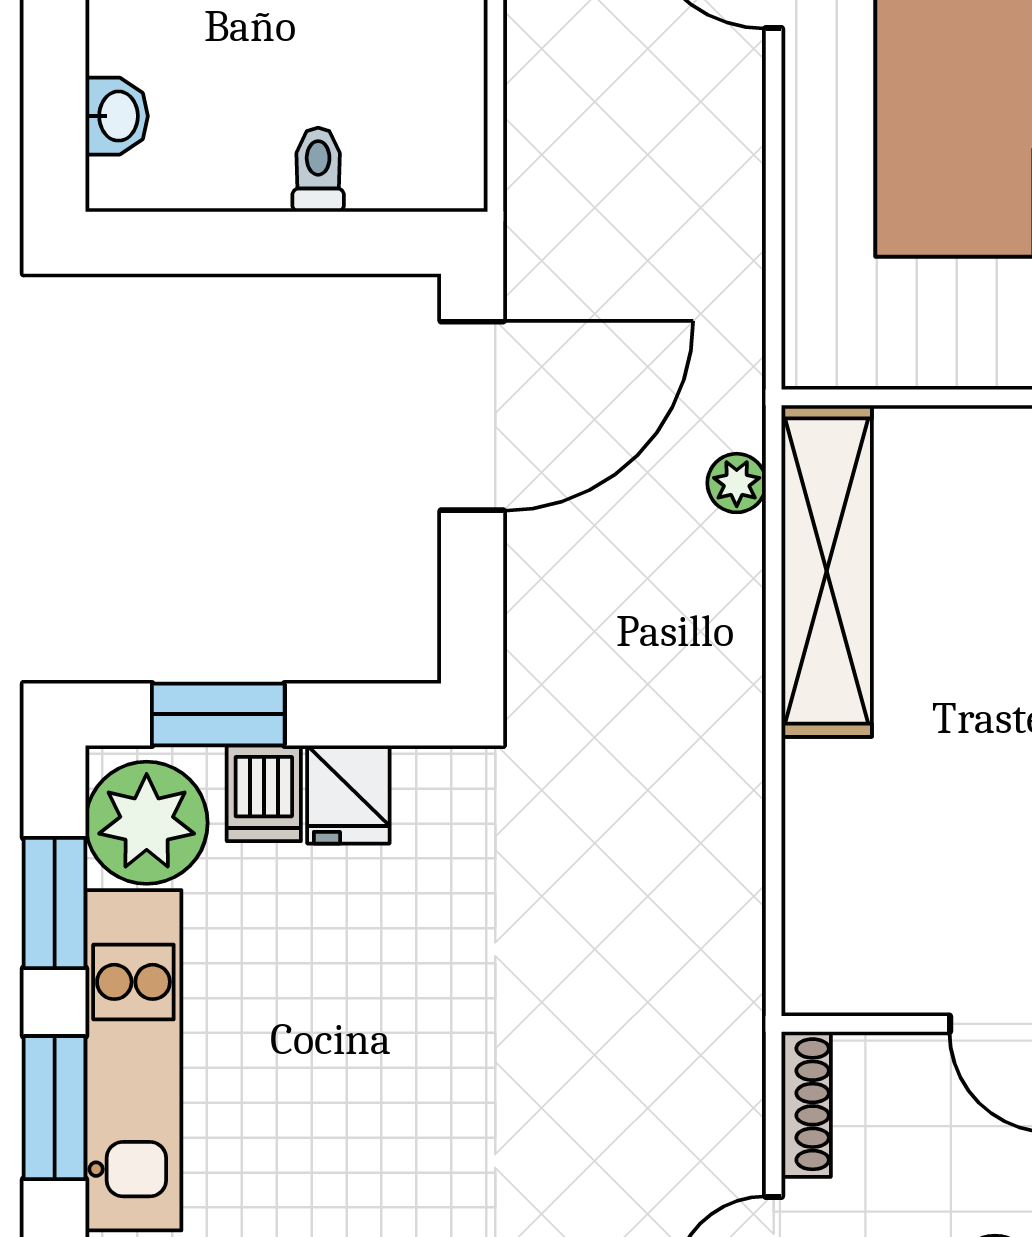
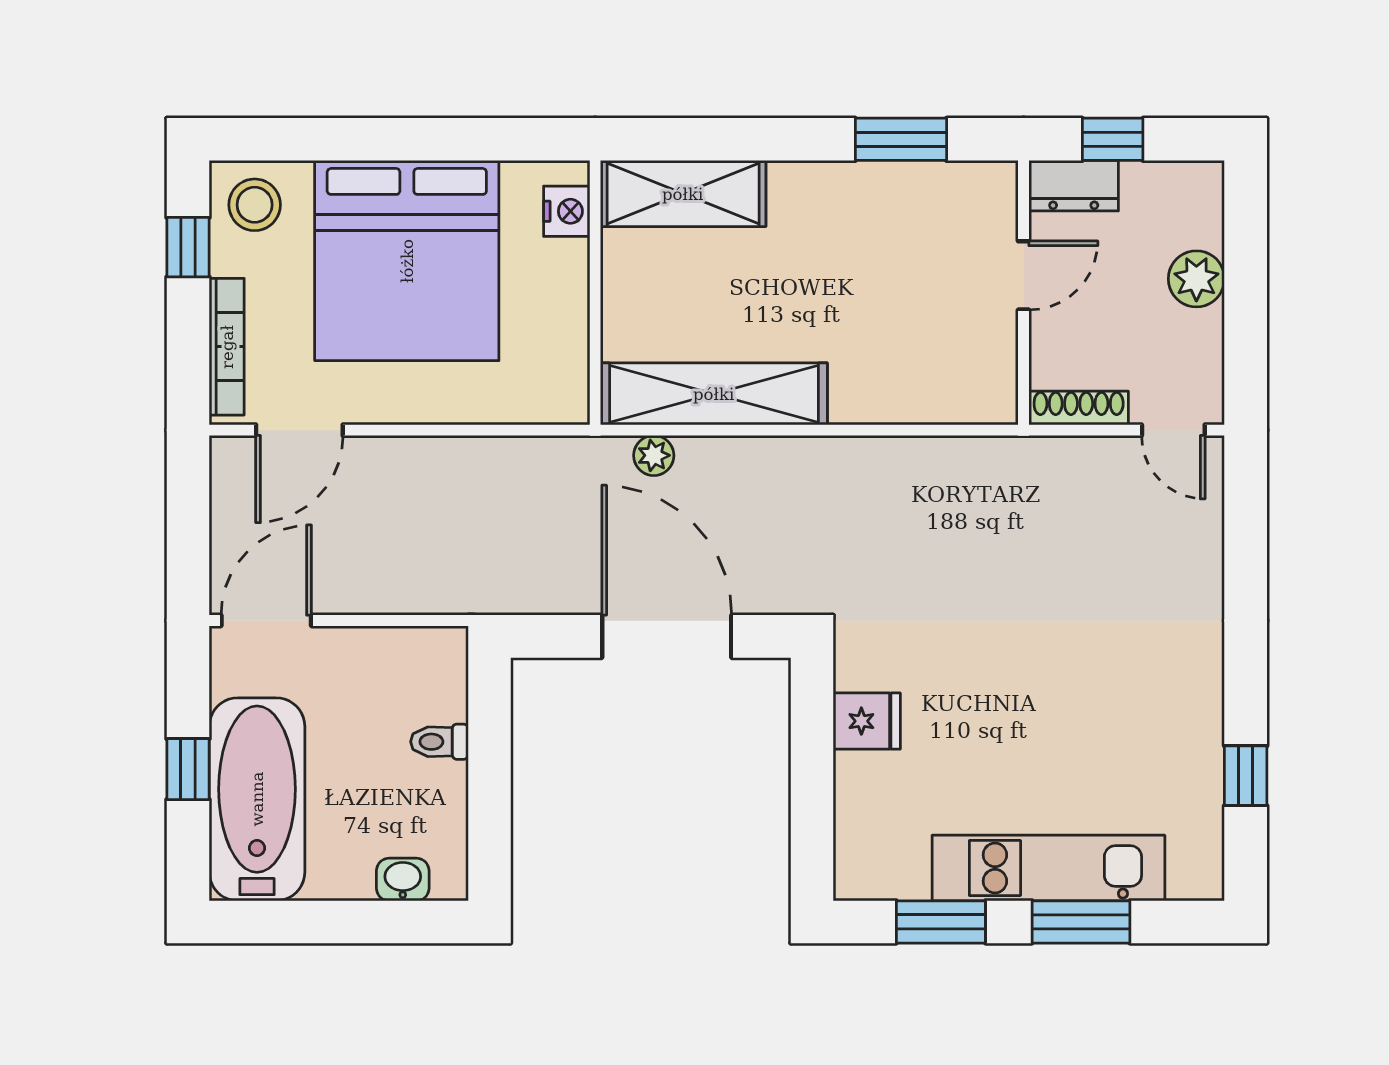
door: (472, 416) -> (667, 636), moved
window: (218, 714) -> (812, 810), removed
dishwasher: (264, 793) -> (866, 779), removed
plant: (147, 823) -> (886, 859), removed

